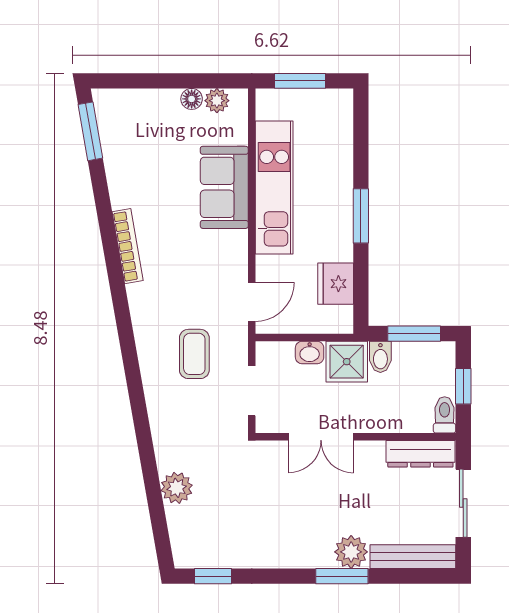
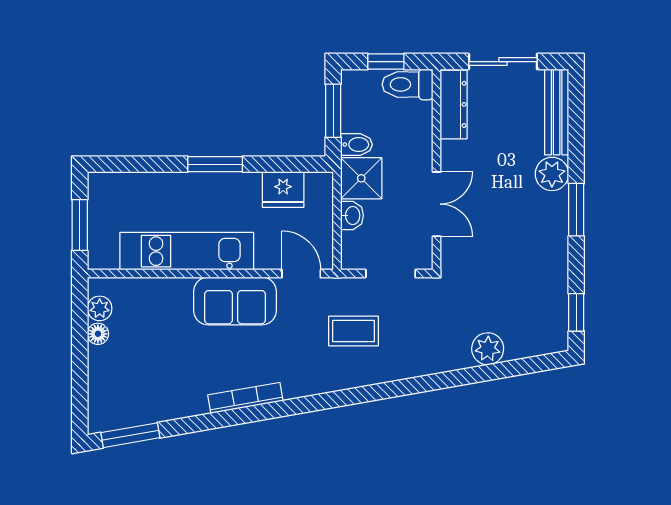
sofa: (224, 187) -> (235, 301), moved
toilet: (445, 415) -> (408, 84), width x1.37, depth x1.39
window: (342, 576) -> (576, 210), moved

